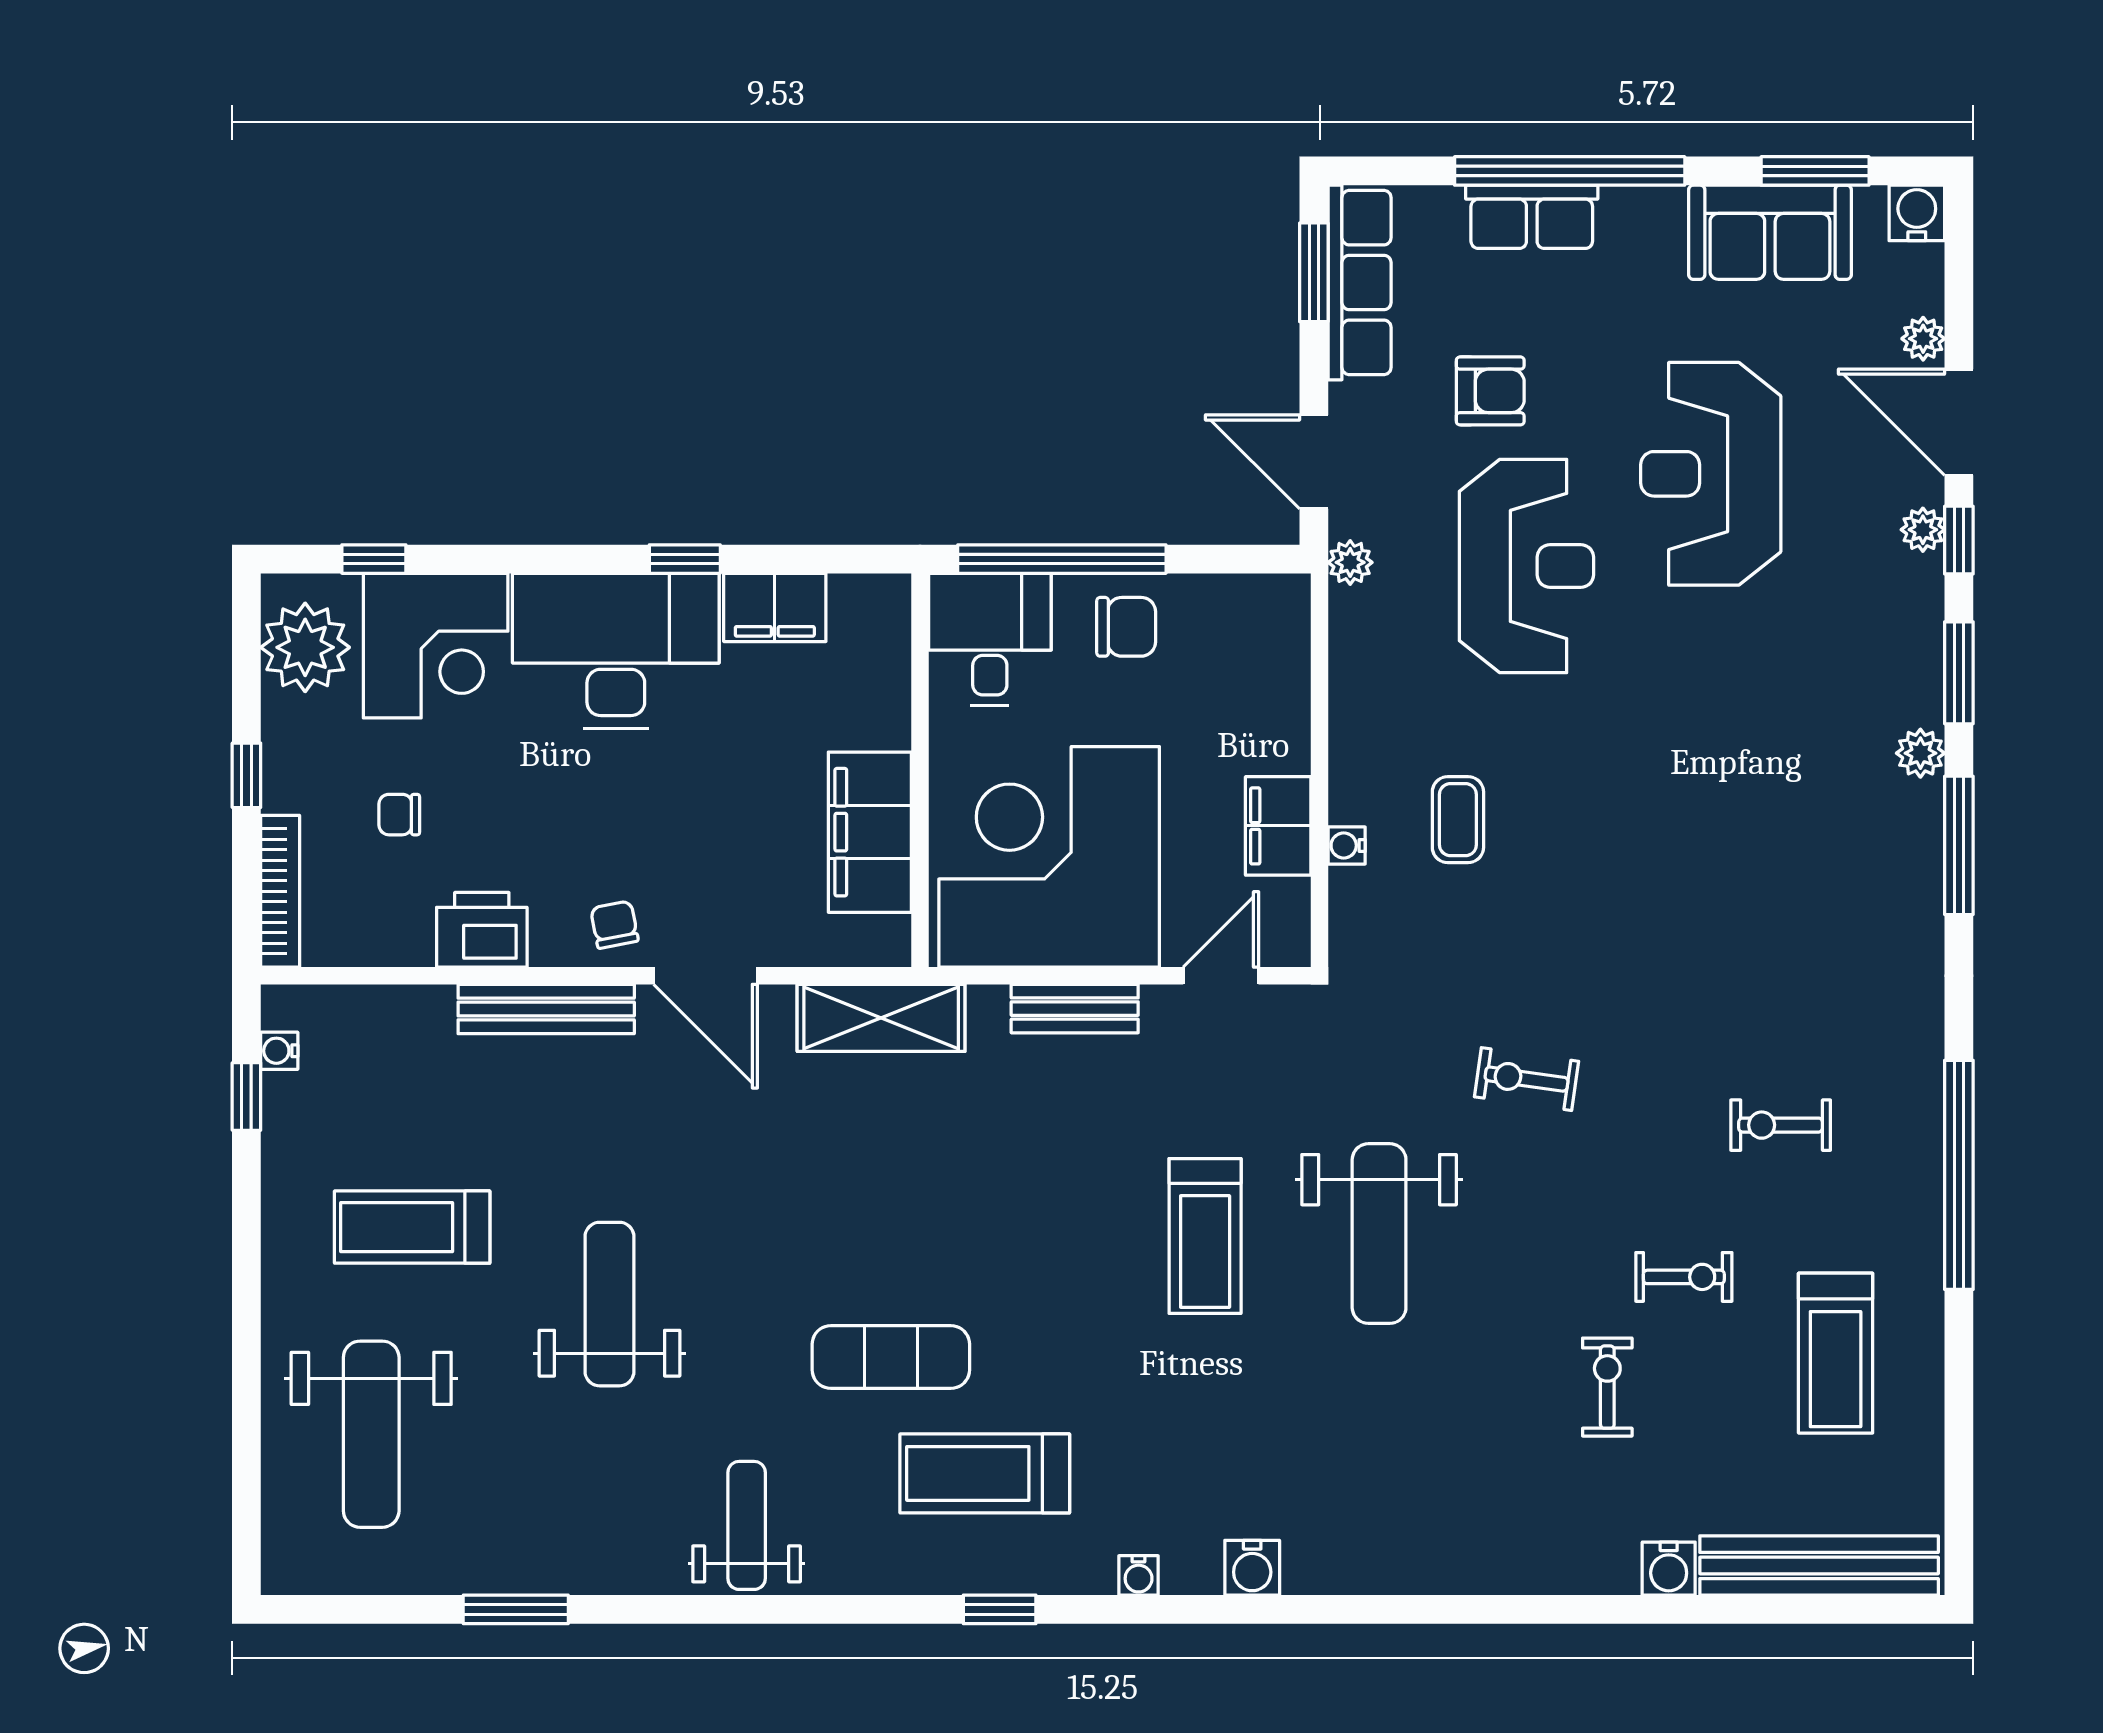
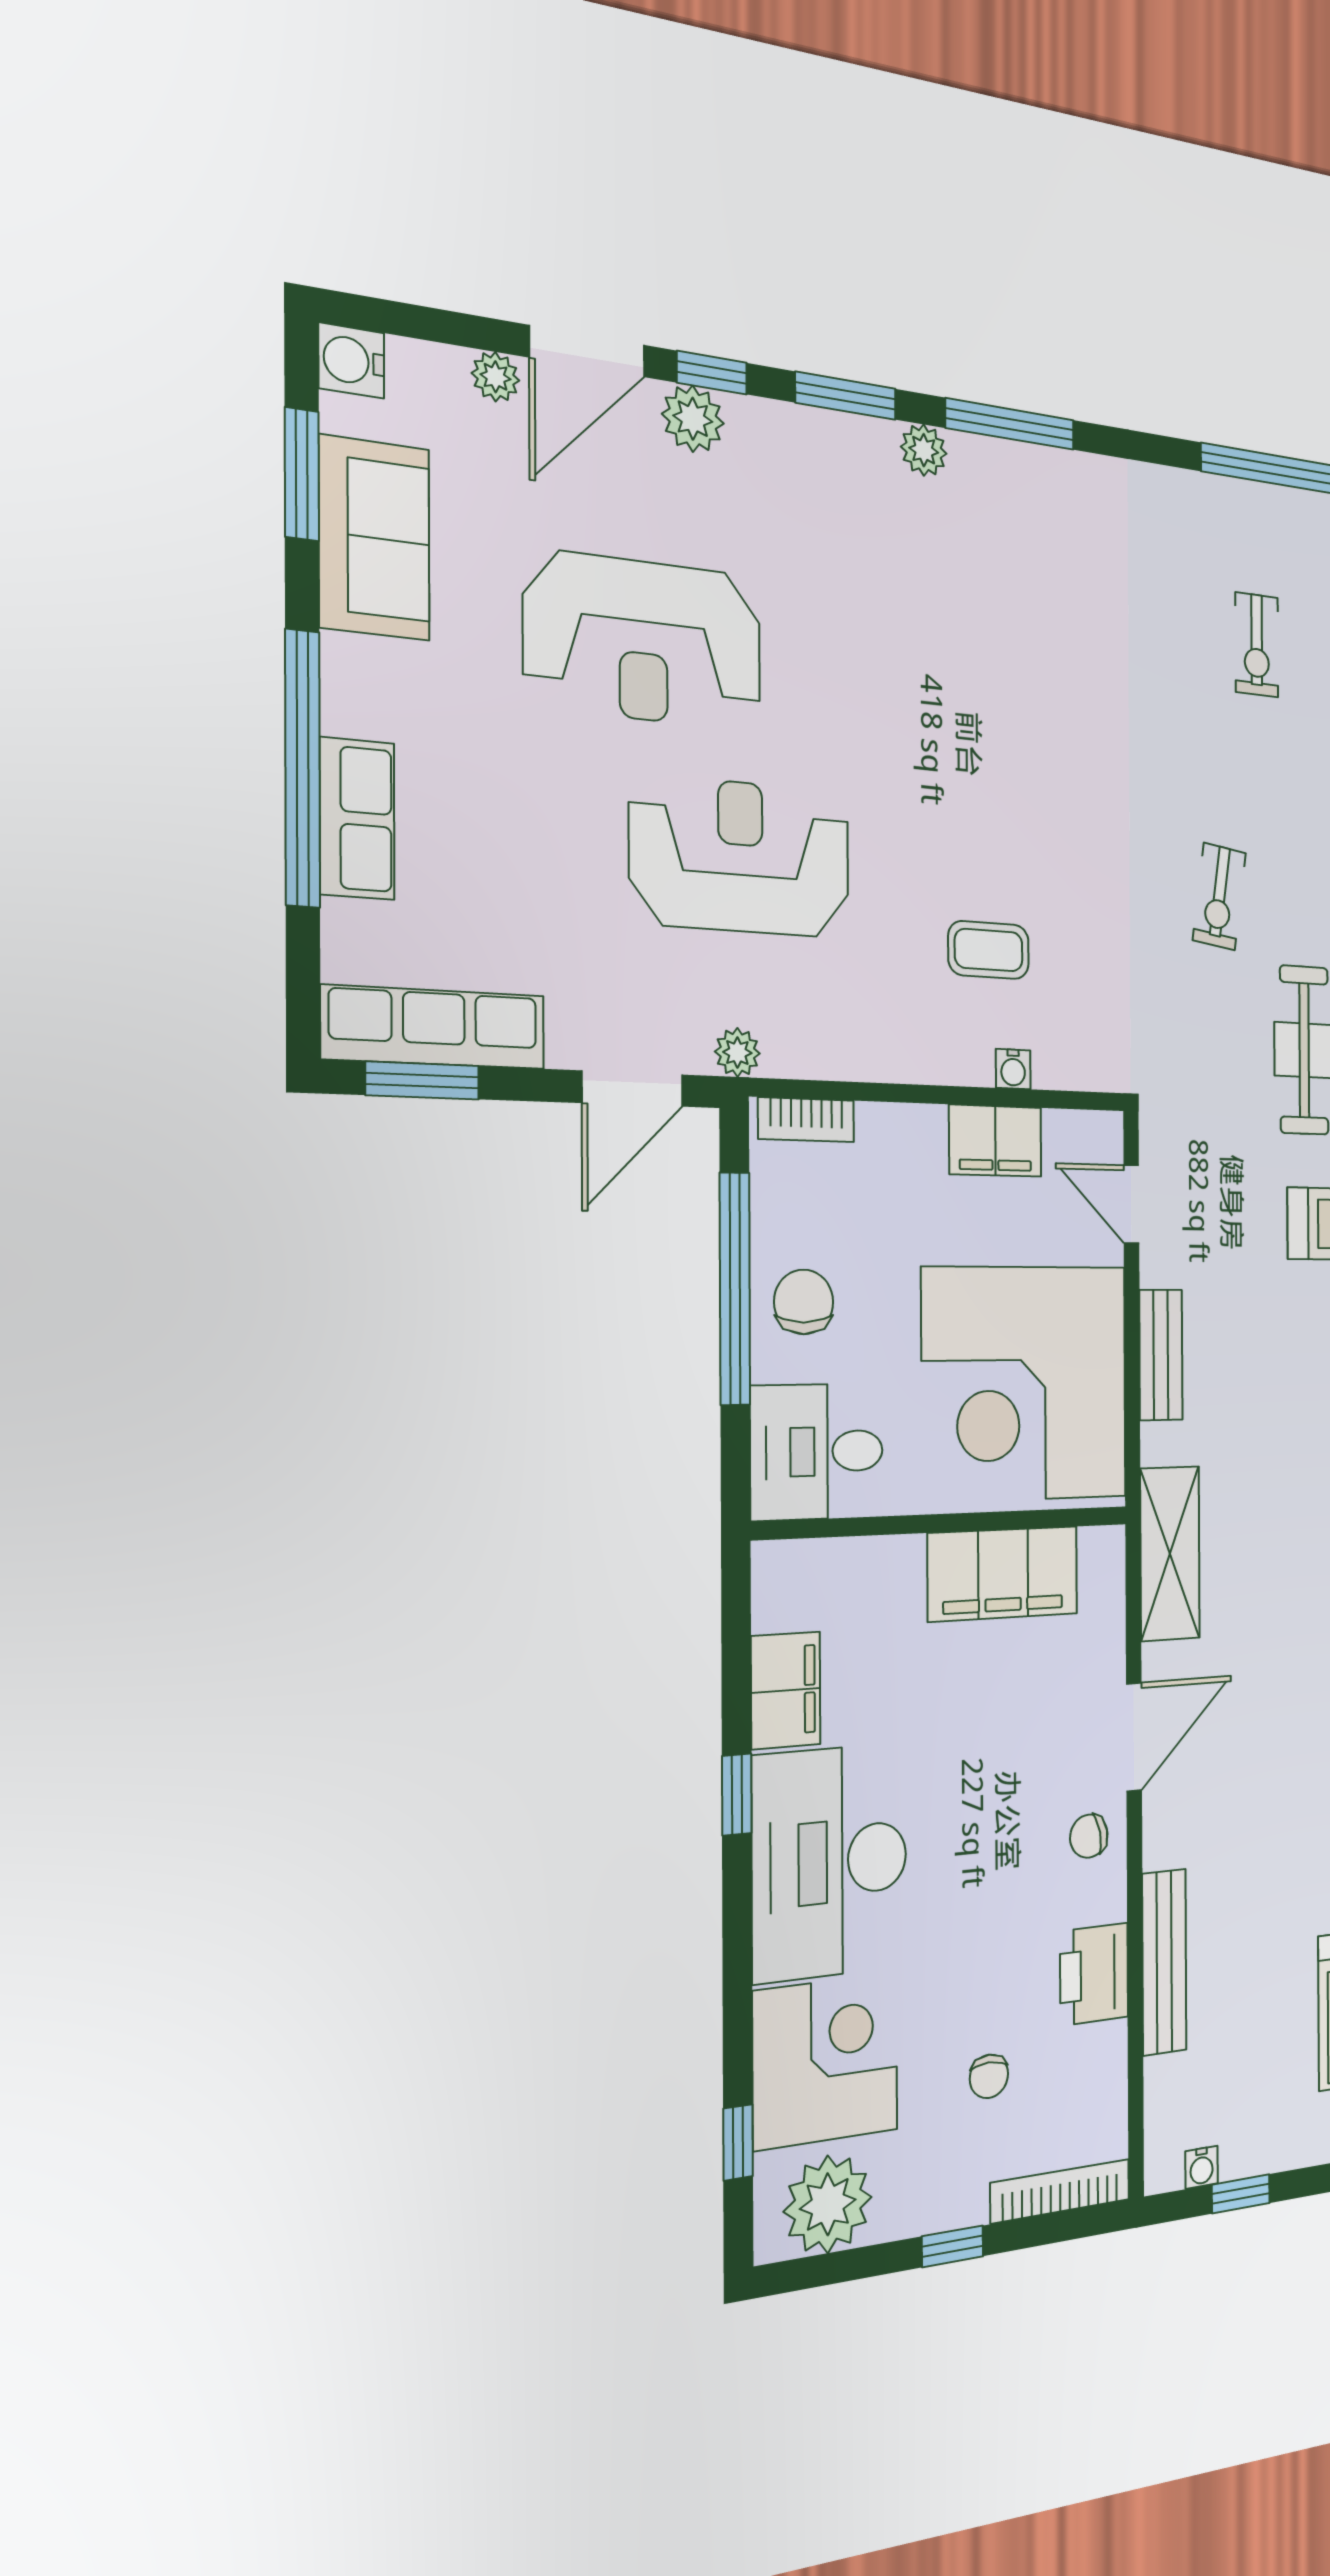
armchair: (1490, 391) -> (555, 883), removed
plant: (1923, 530) -> (693, 419), width x1.38, depth x1.38
window: (1062, 559) -> (735, 1289), moved
bookcase: (1292, 630) -> (806, 1120), added
bench: (546, 1009) -> (1164, 1962), moved

